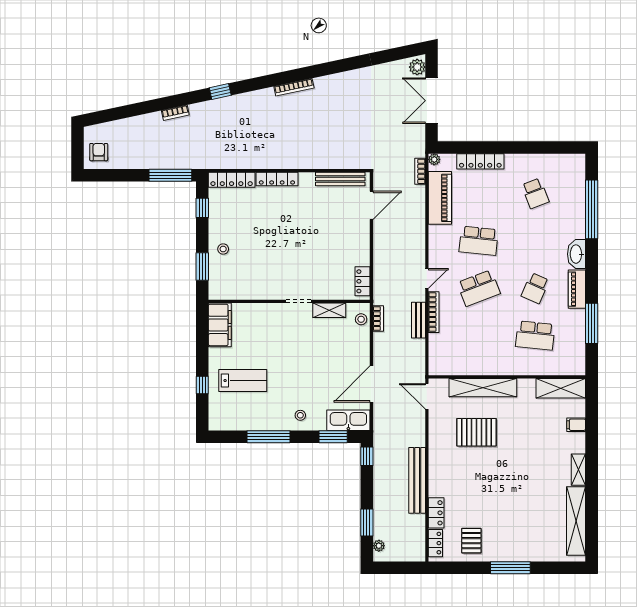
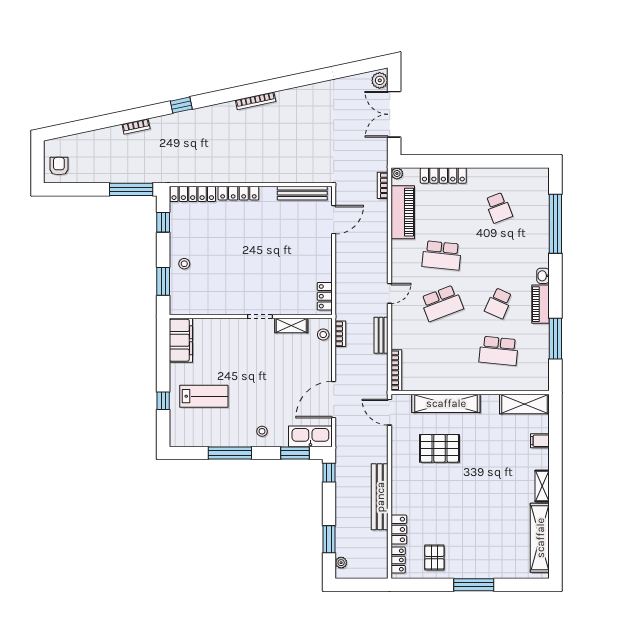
washbasin: (577, 254) -> (543, 276), width x0.52, depth x0.69
bookcase: (434, 312) -> (396, 370), moved

